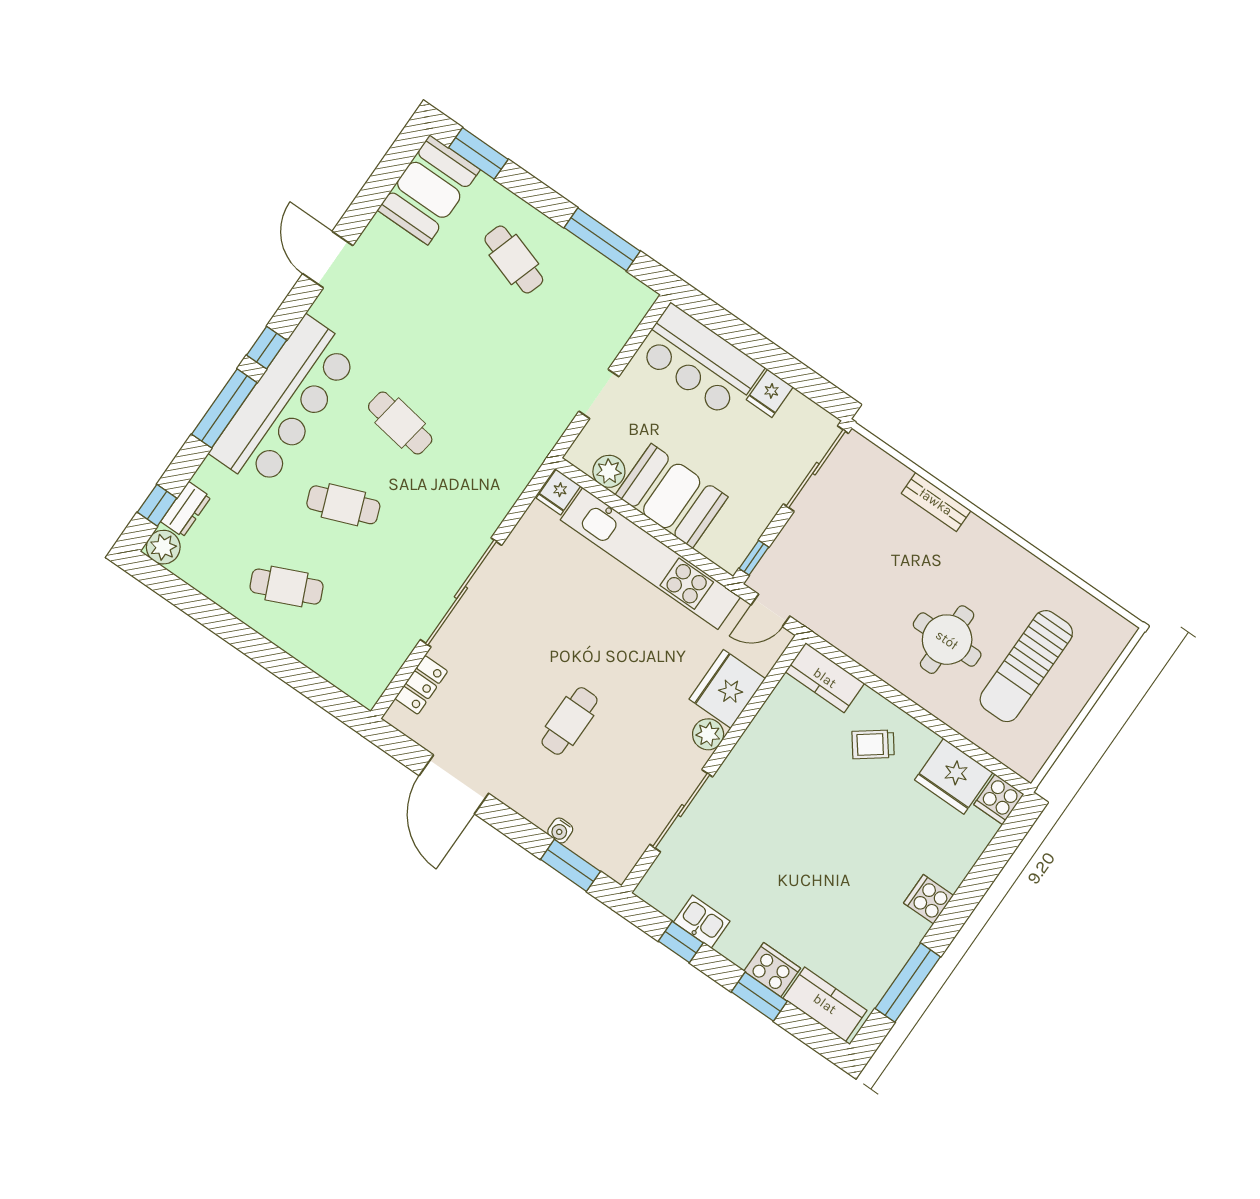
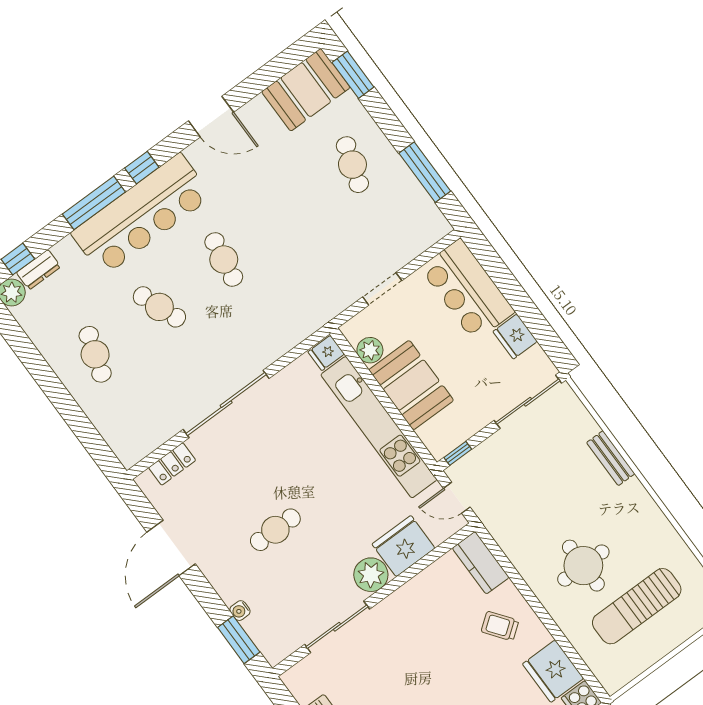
door: (328, 260) -> (211, 117), swing flipped
fridge: (770, 393) -> (515, 336), width x1.38
cafe table: (287, 587) -> (95, 354), turned 42
plant: (708, 734) -> (371, 575), width x1.36, depth x1.36

